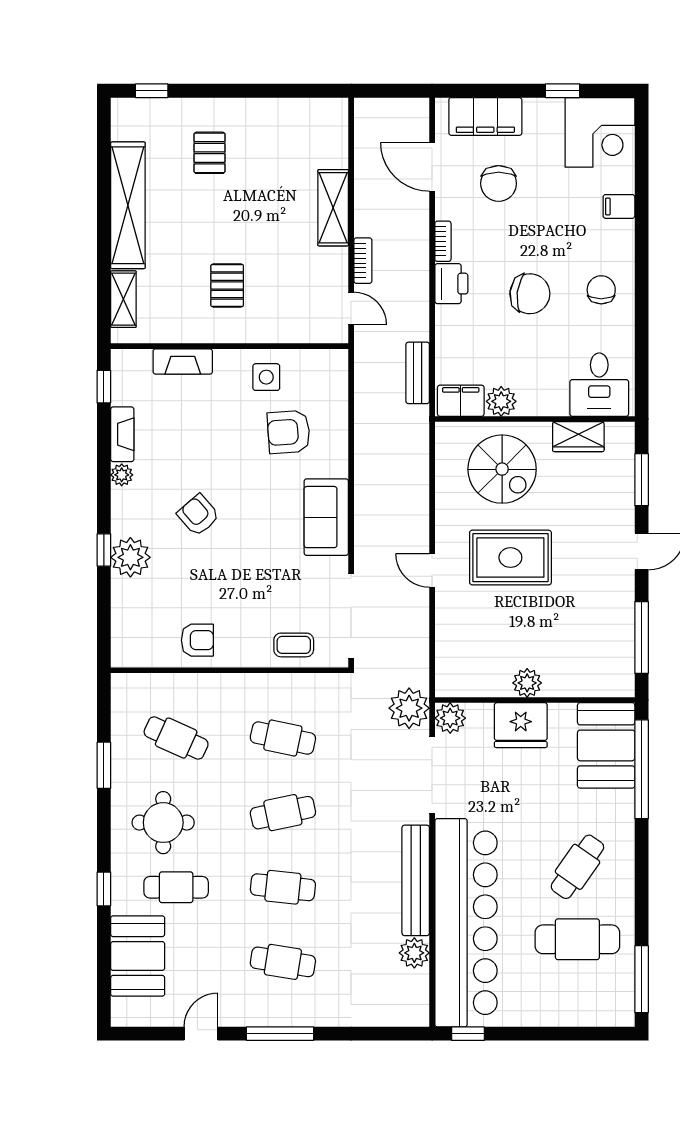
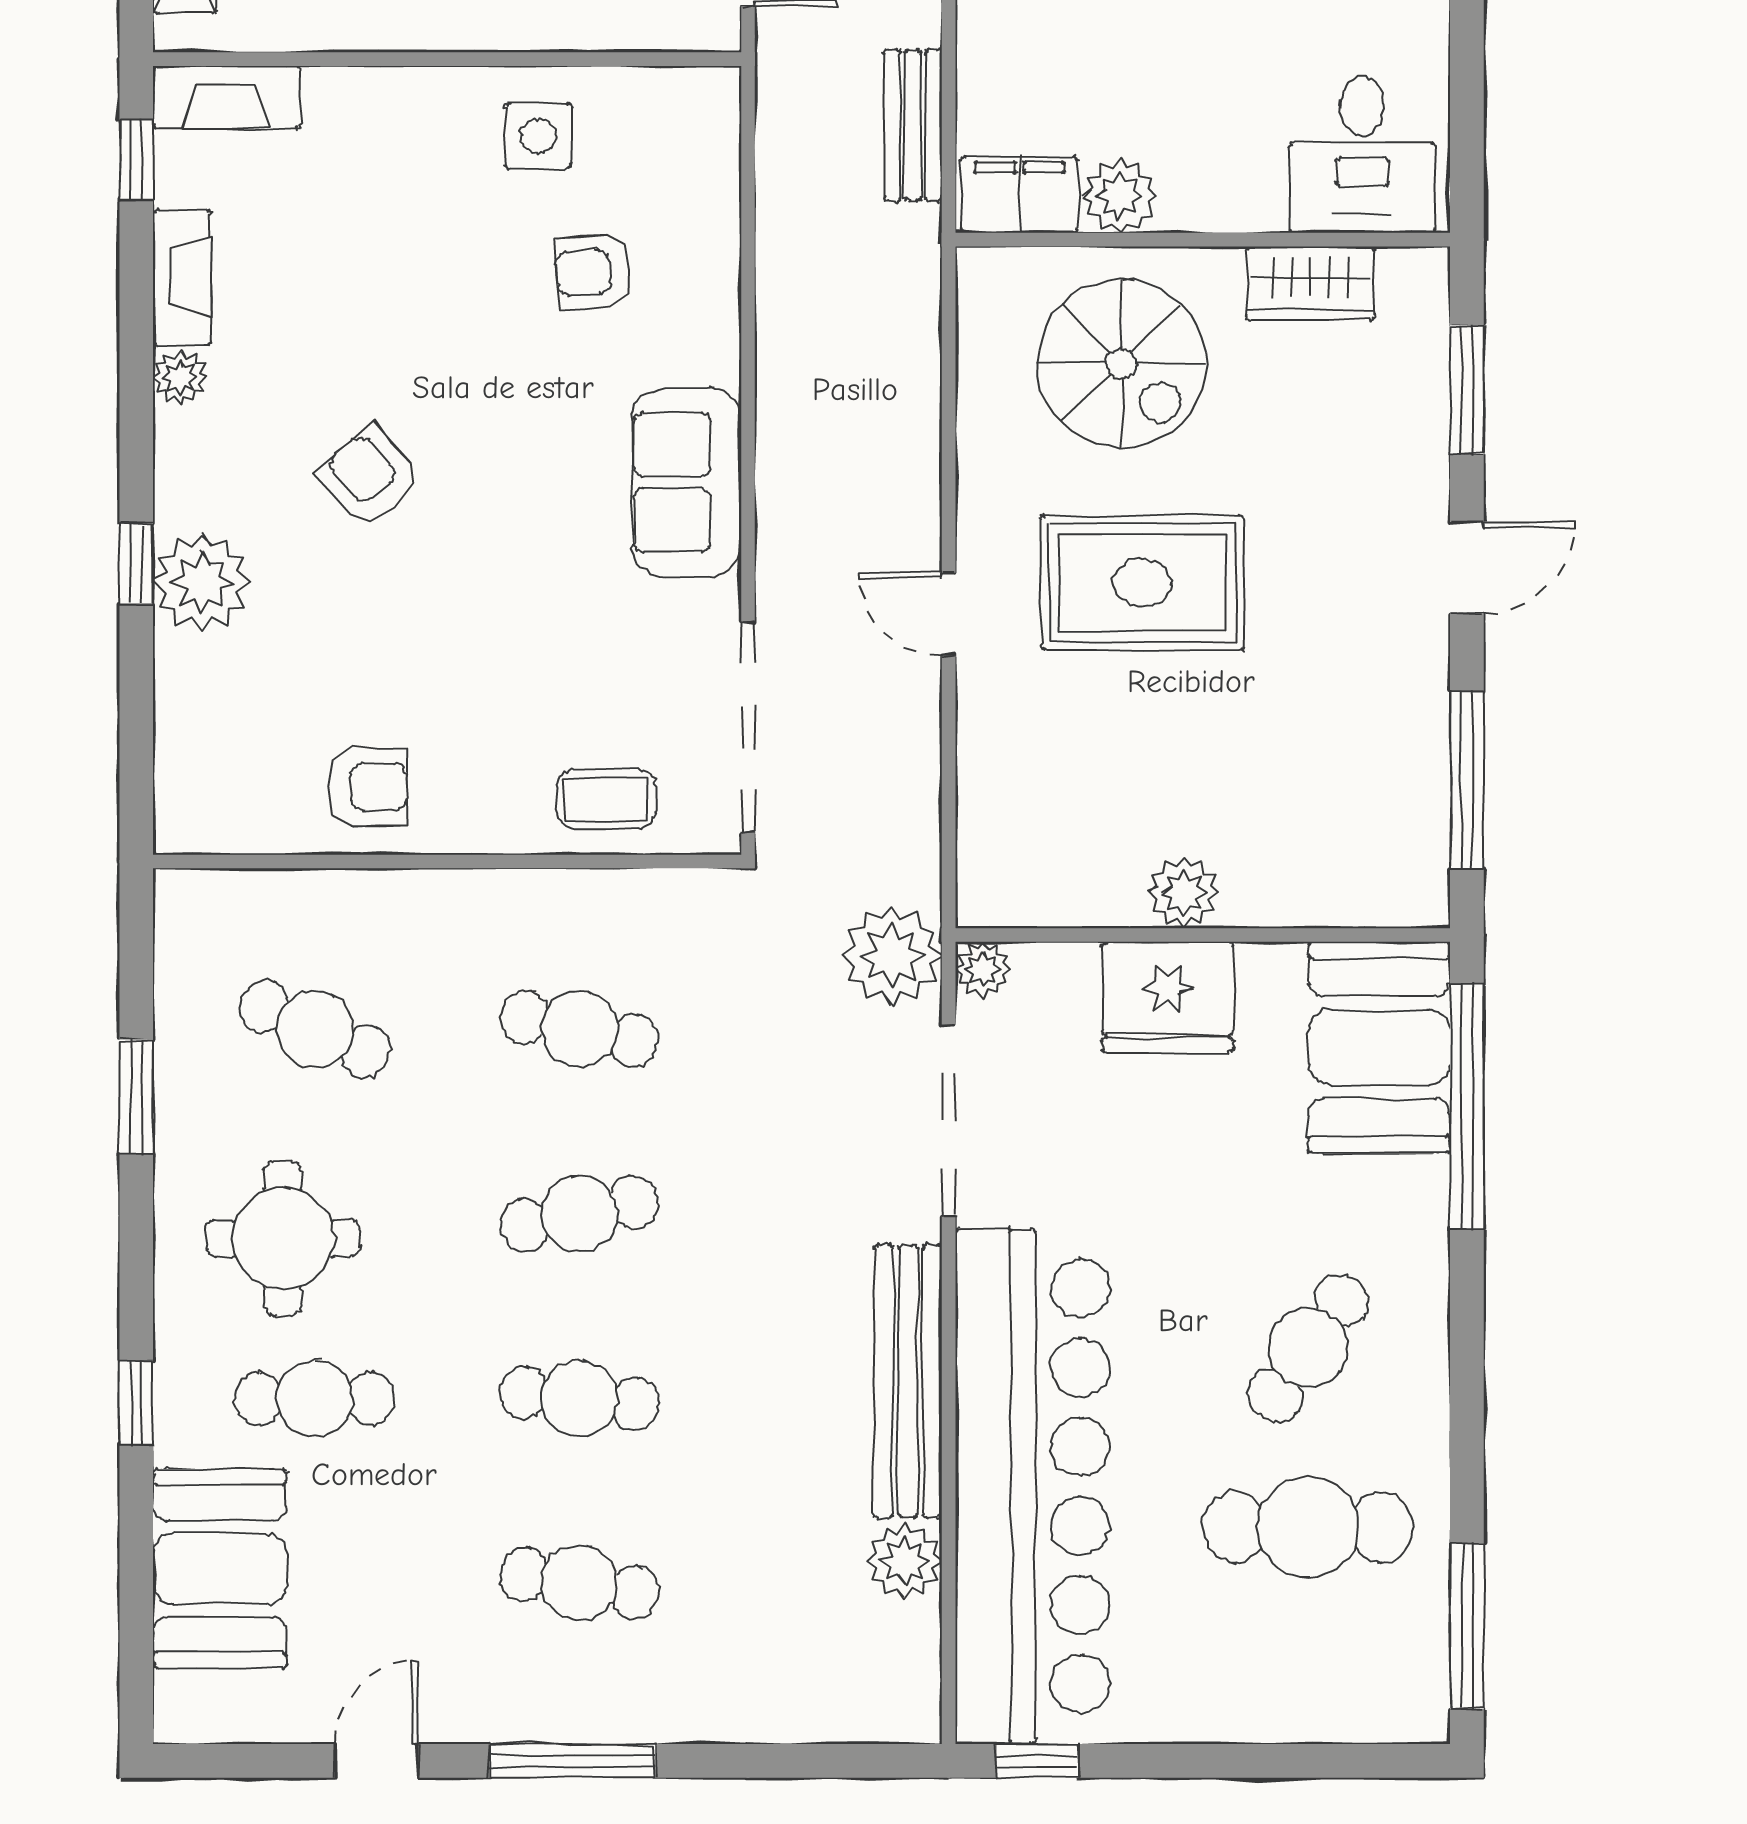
fireplace: (183, 361) -> (226, 97), moved
armchair: (289, 432) -> (594, 272), width x0.72, depth x0.72
plant: (450, 718) -> (983, 969), width x0.73, depth x0.73

